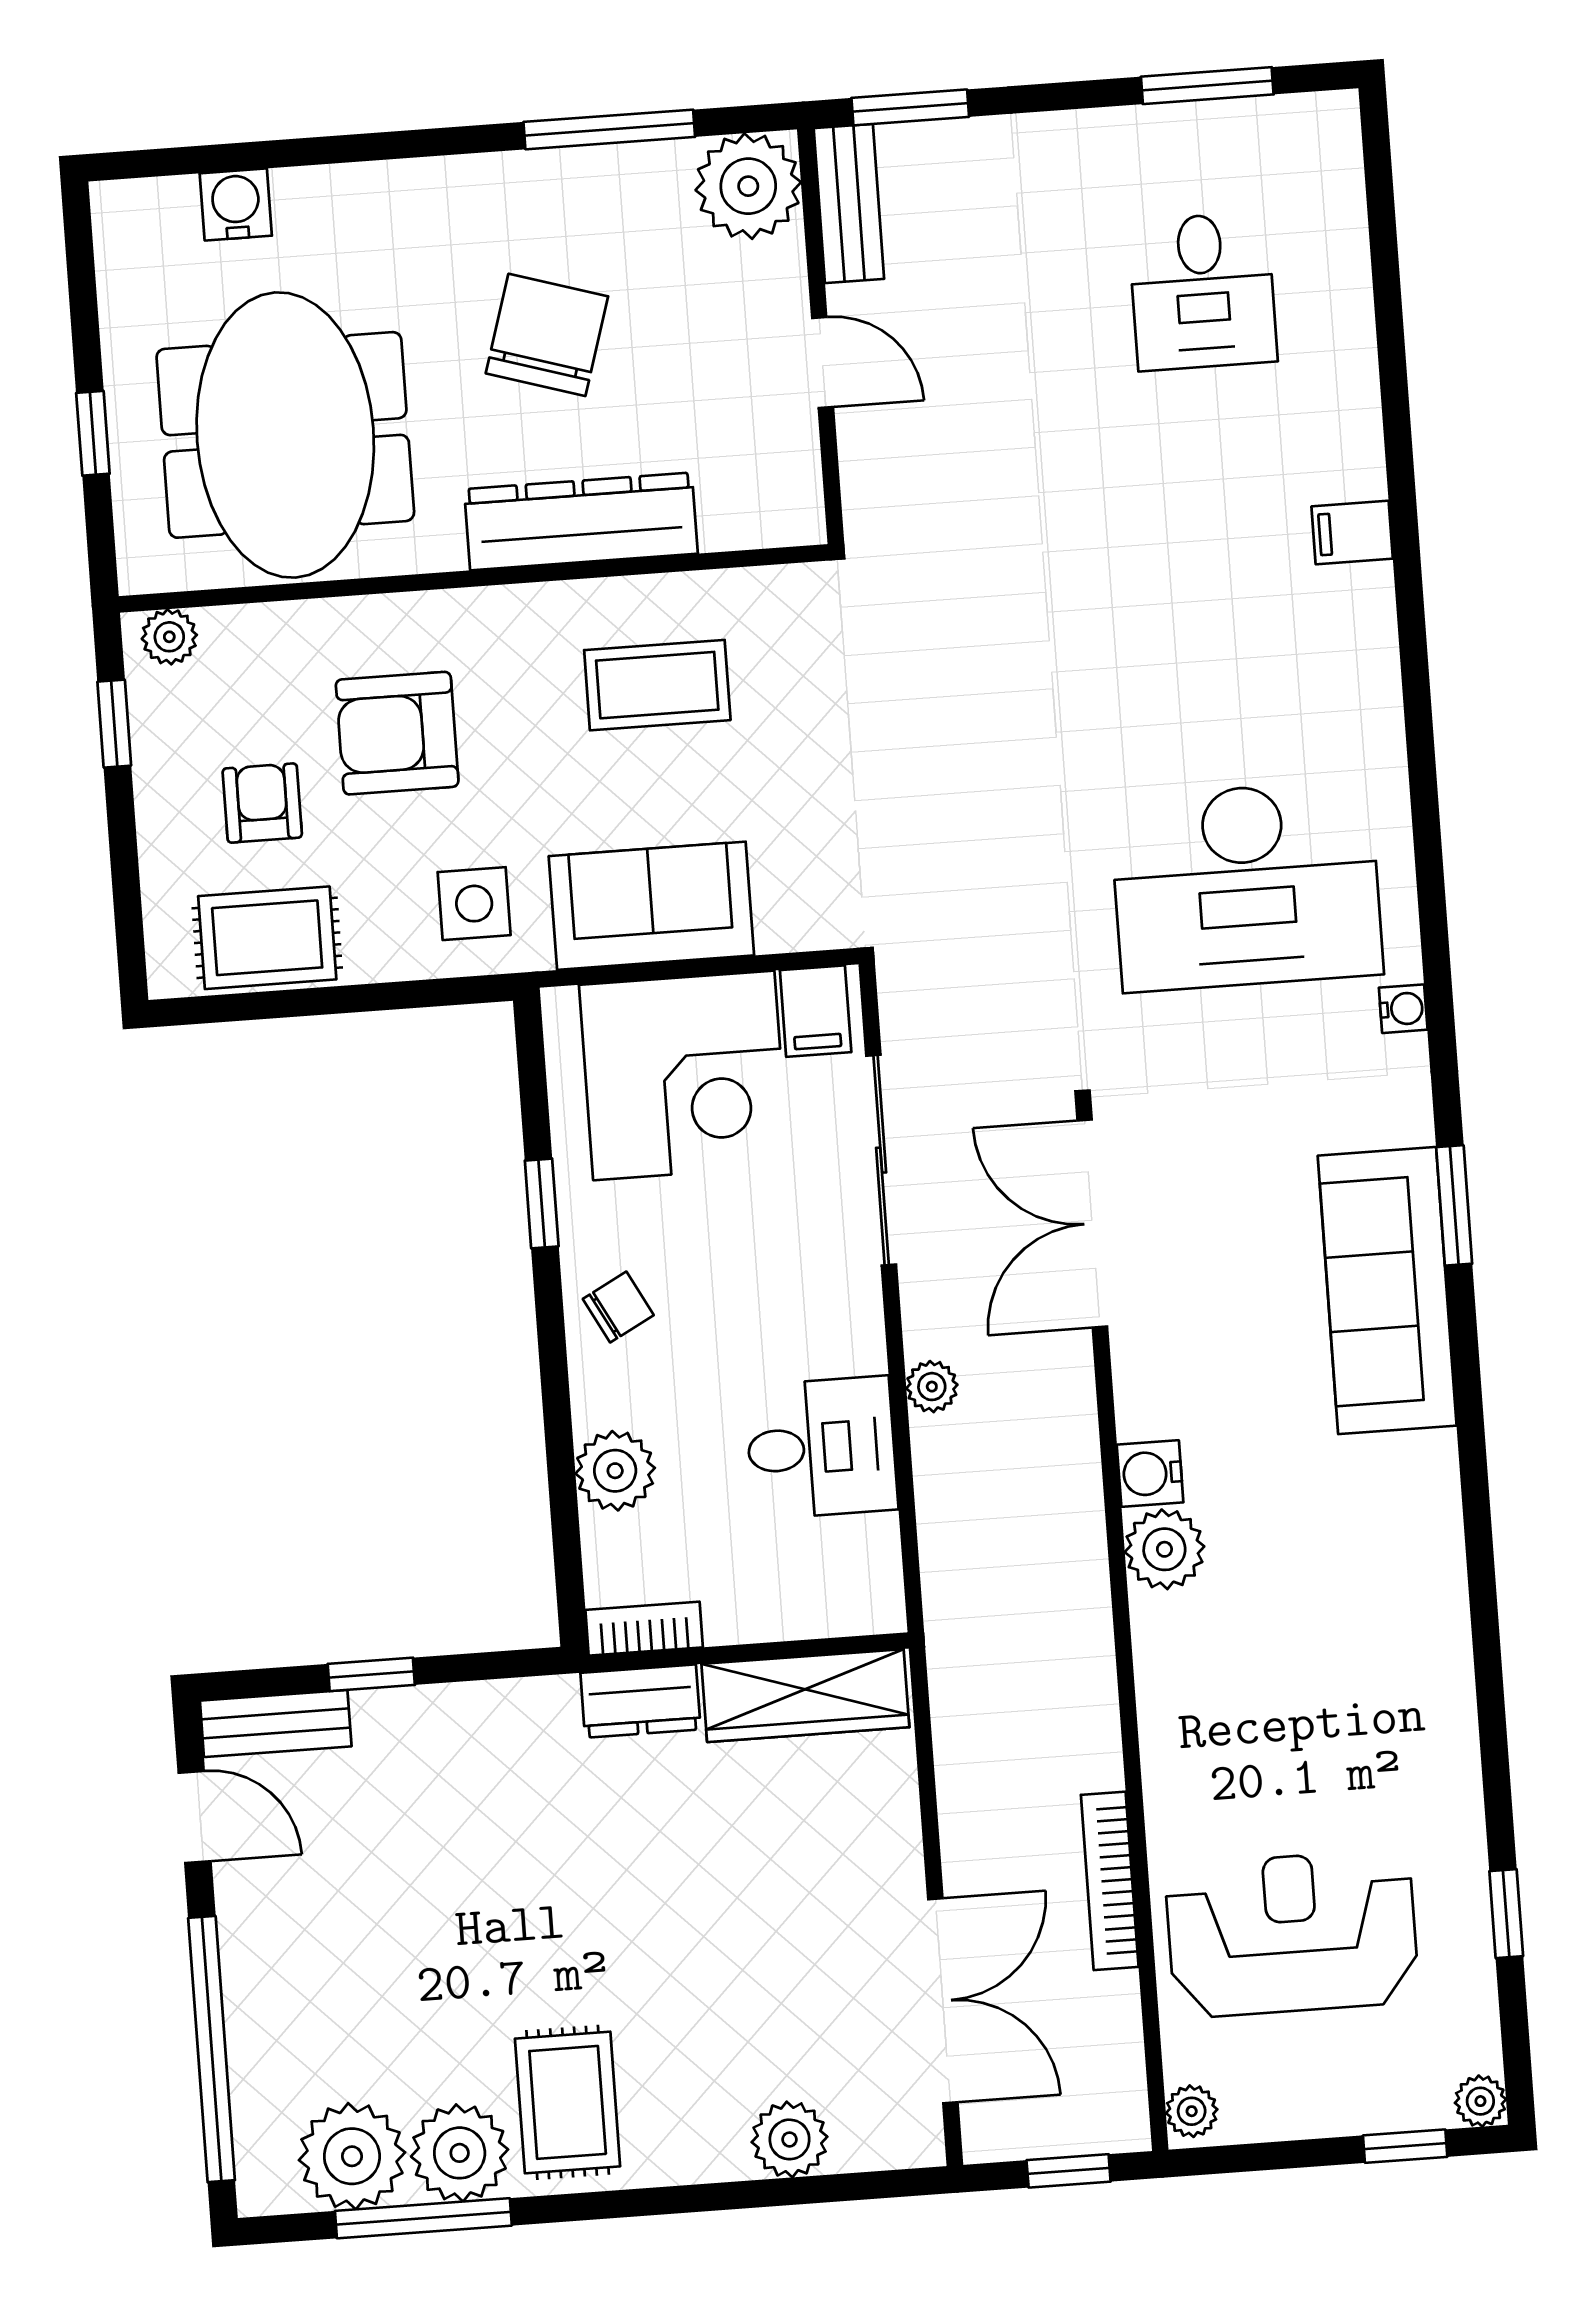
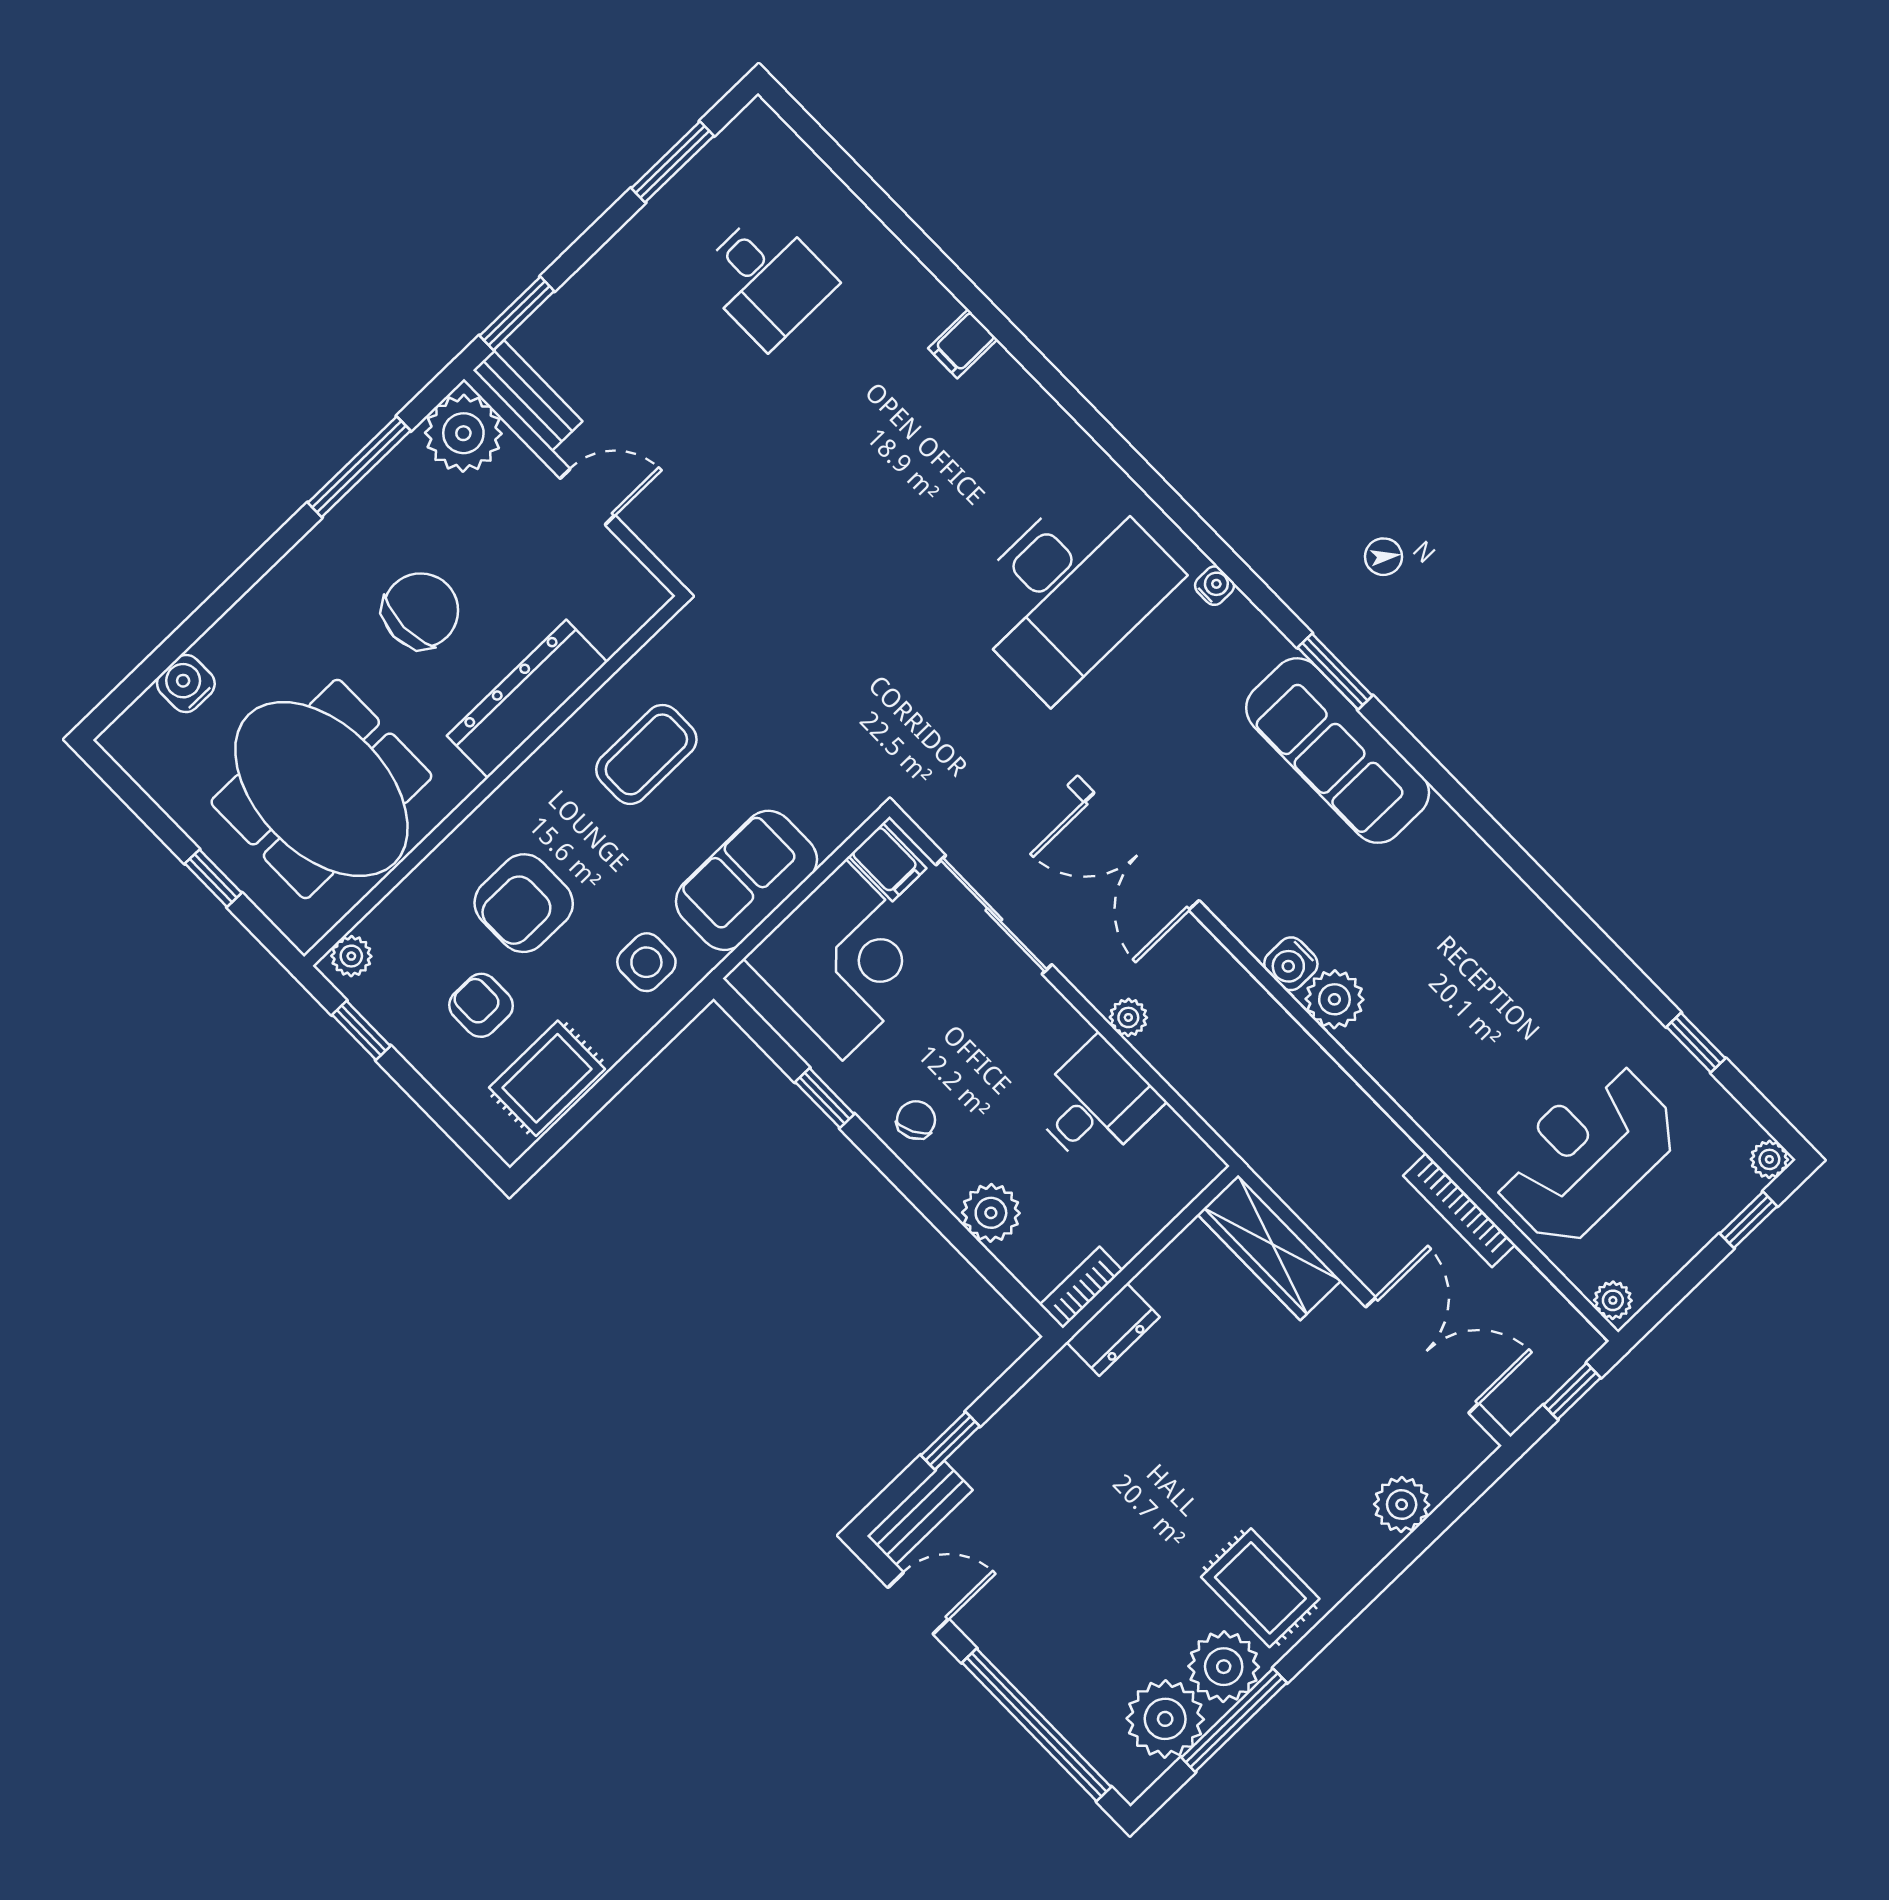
chair: (547, 335) -> (421, 611), turned 73
wardrobe: (805, 1696) -> (1269, 1248), moved, turned 90

